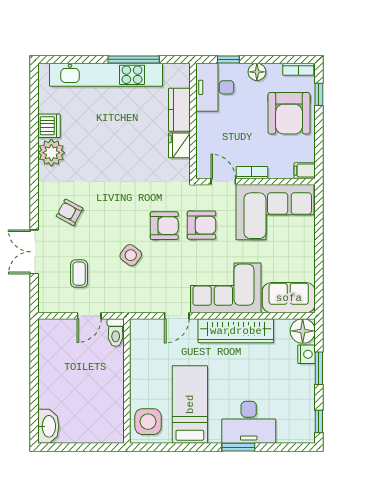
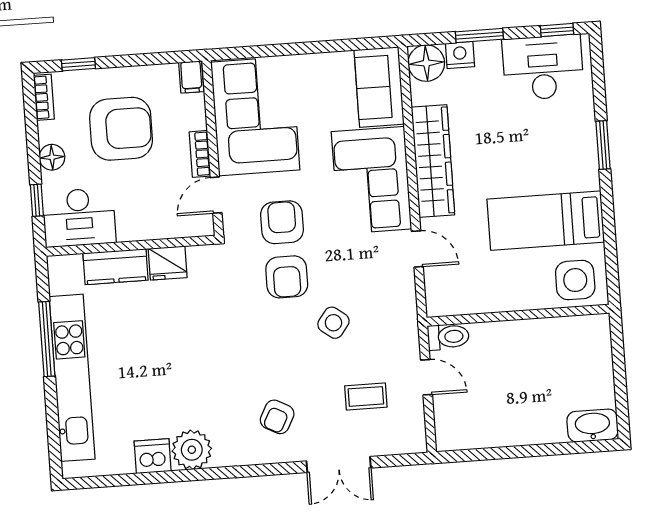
armchair: (289, 113) -> (121, 129), moved
armchair: (164, 226) -> (287, 277), turned 180
desk: (249, 422) -> (543, 67), moved, turned -90

